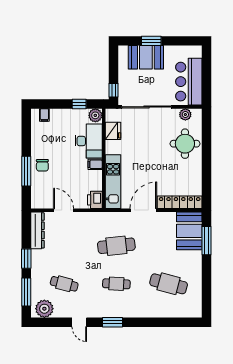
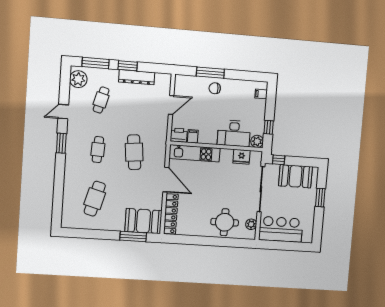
booth: (146, 57) -> (295, 176), moved, turned 90
filing cabinet: (95, 164) -> (193, 136), moved
dresser: (37, 230) -> (137, 77), moved

